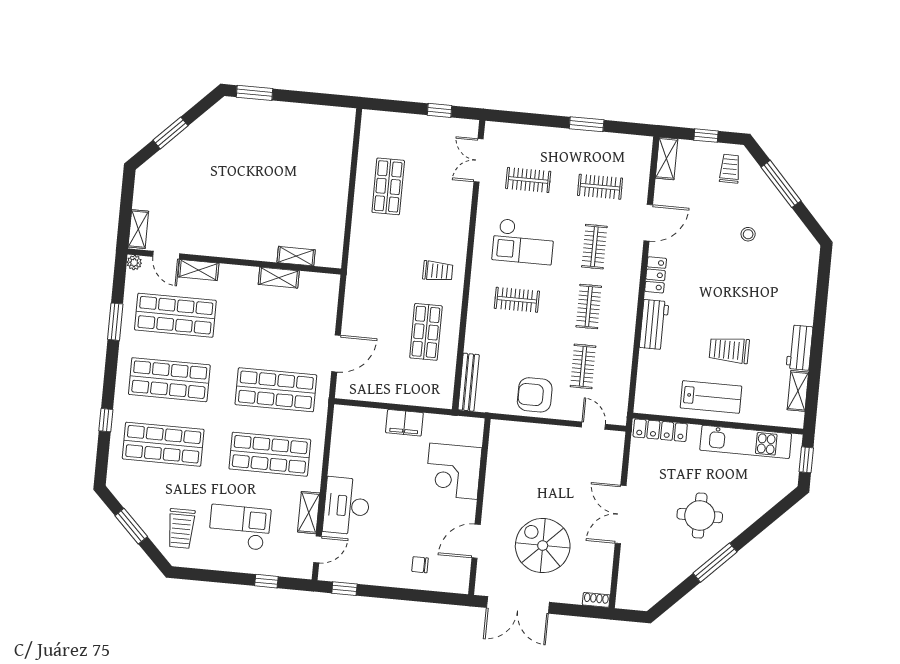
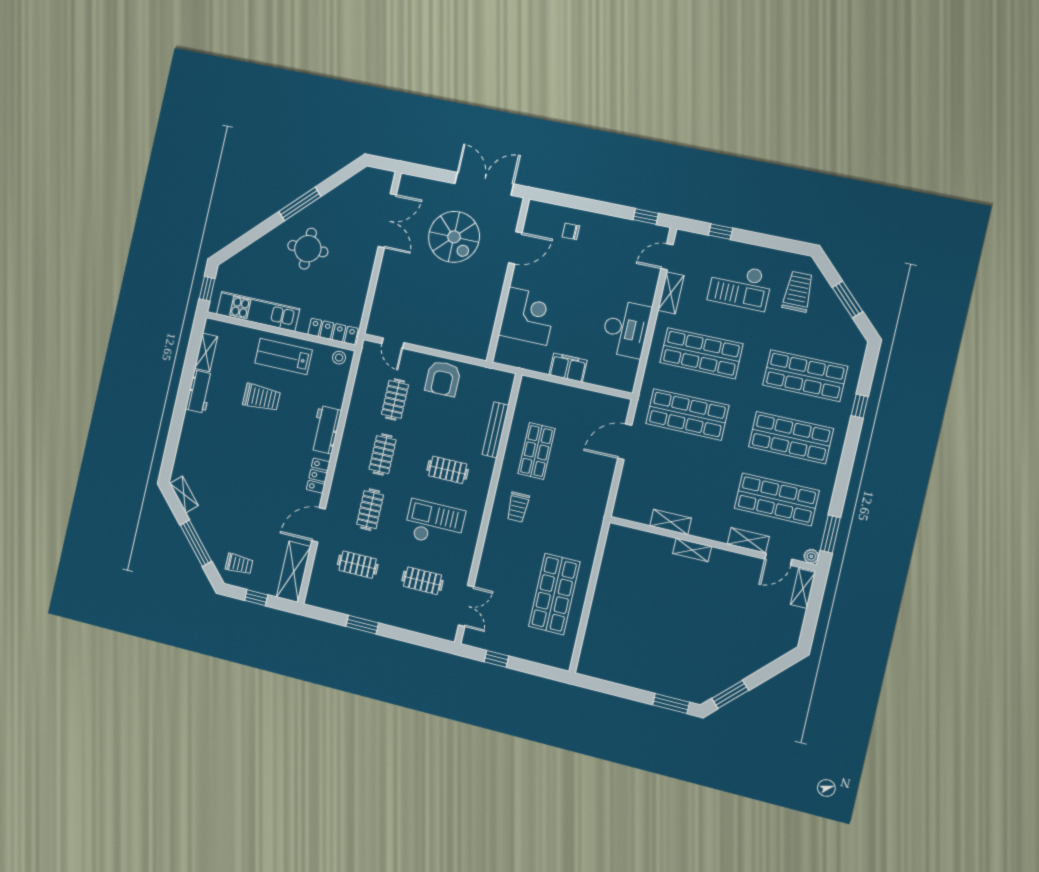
window: (171, 133) -> (730, 694), moved
shelving: (667, 158) -> (294, 572), width x1.50, depth x1.33
trolley: (730, 169) -> (239, 564), turned -90
shop shelf: (388, 186) -> (554, 594), width x1.43, depth x1.36
stool: (748, 234) -> (339, 358), moved
shelving: (802, 234) -> (184, 494), added
door: (166, 255) -> (778, 559), swing flipped
shelving: (296, 256) -> (692, 550), moved
trolley: (438, 271) -> (518, 507), turned -90
window: (115, 322) -> (830, 534), moved
bench: (469, 382) -> (496, 430), moved
armchair: (535, 395) -> (443, 379), turned 90
desk: (347, 506) -> (626, 329), moved
double door: (621, 514) -> (387, 221), moved
chair: (420, 565) -> (571, 231), turned 180
shoe rack: (596, 600) -> (411, 181), removed

